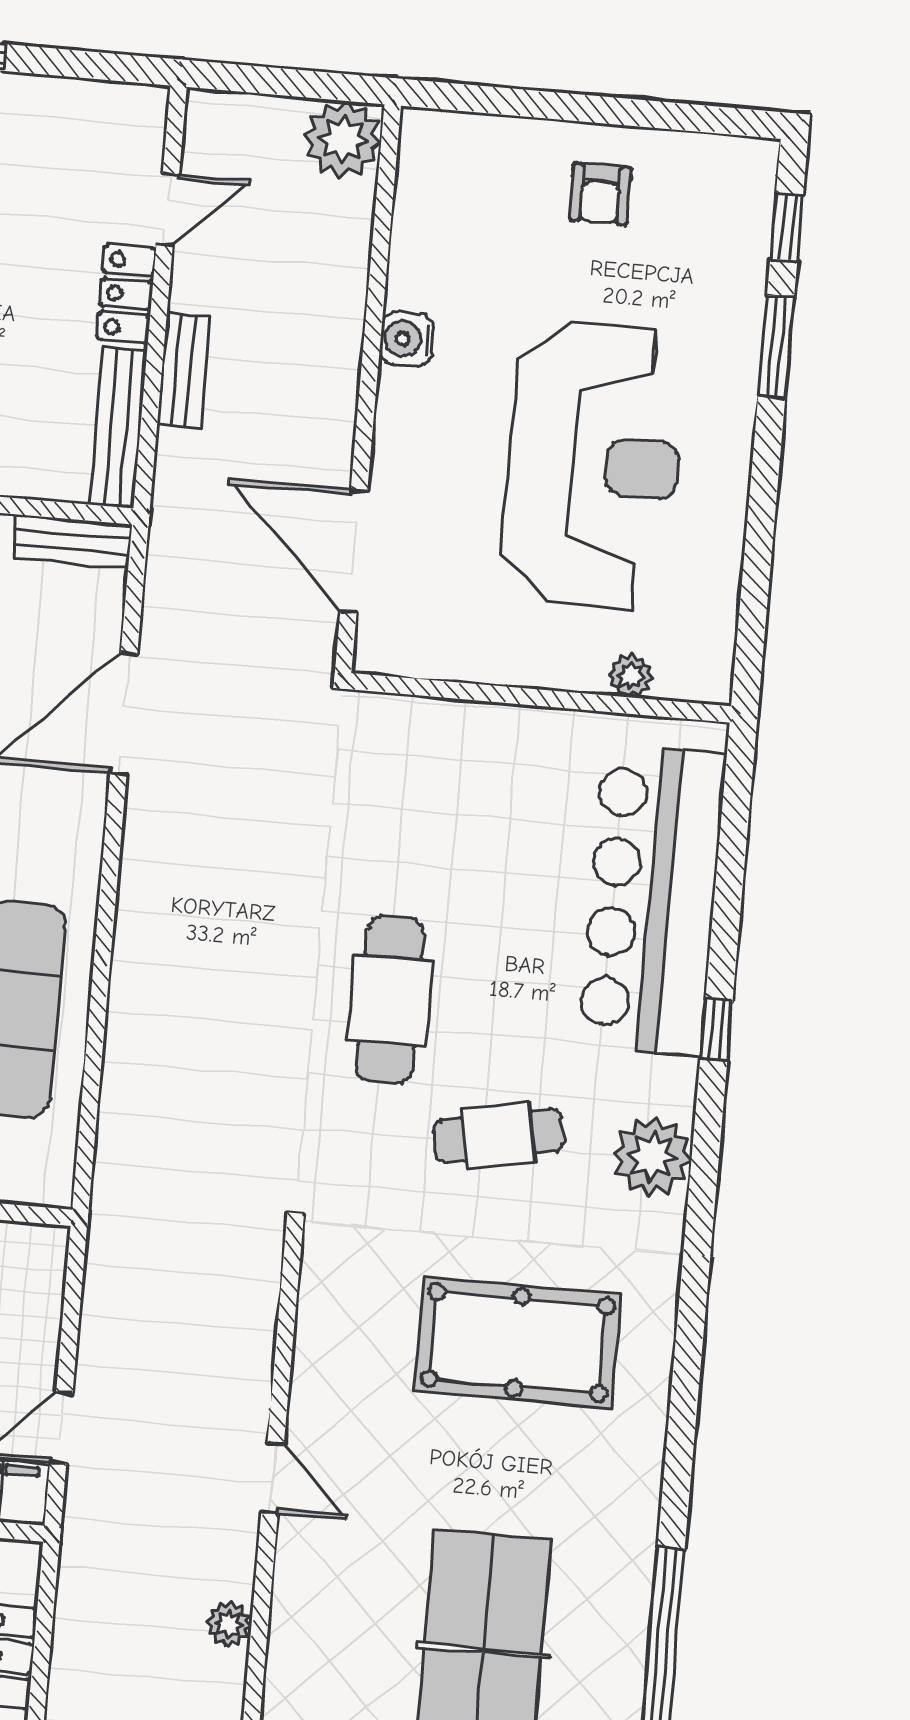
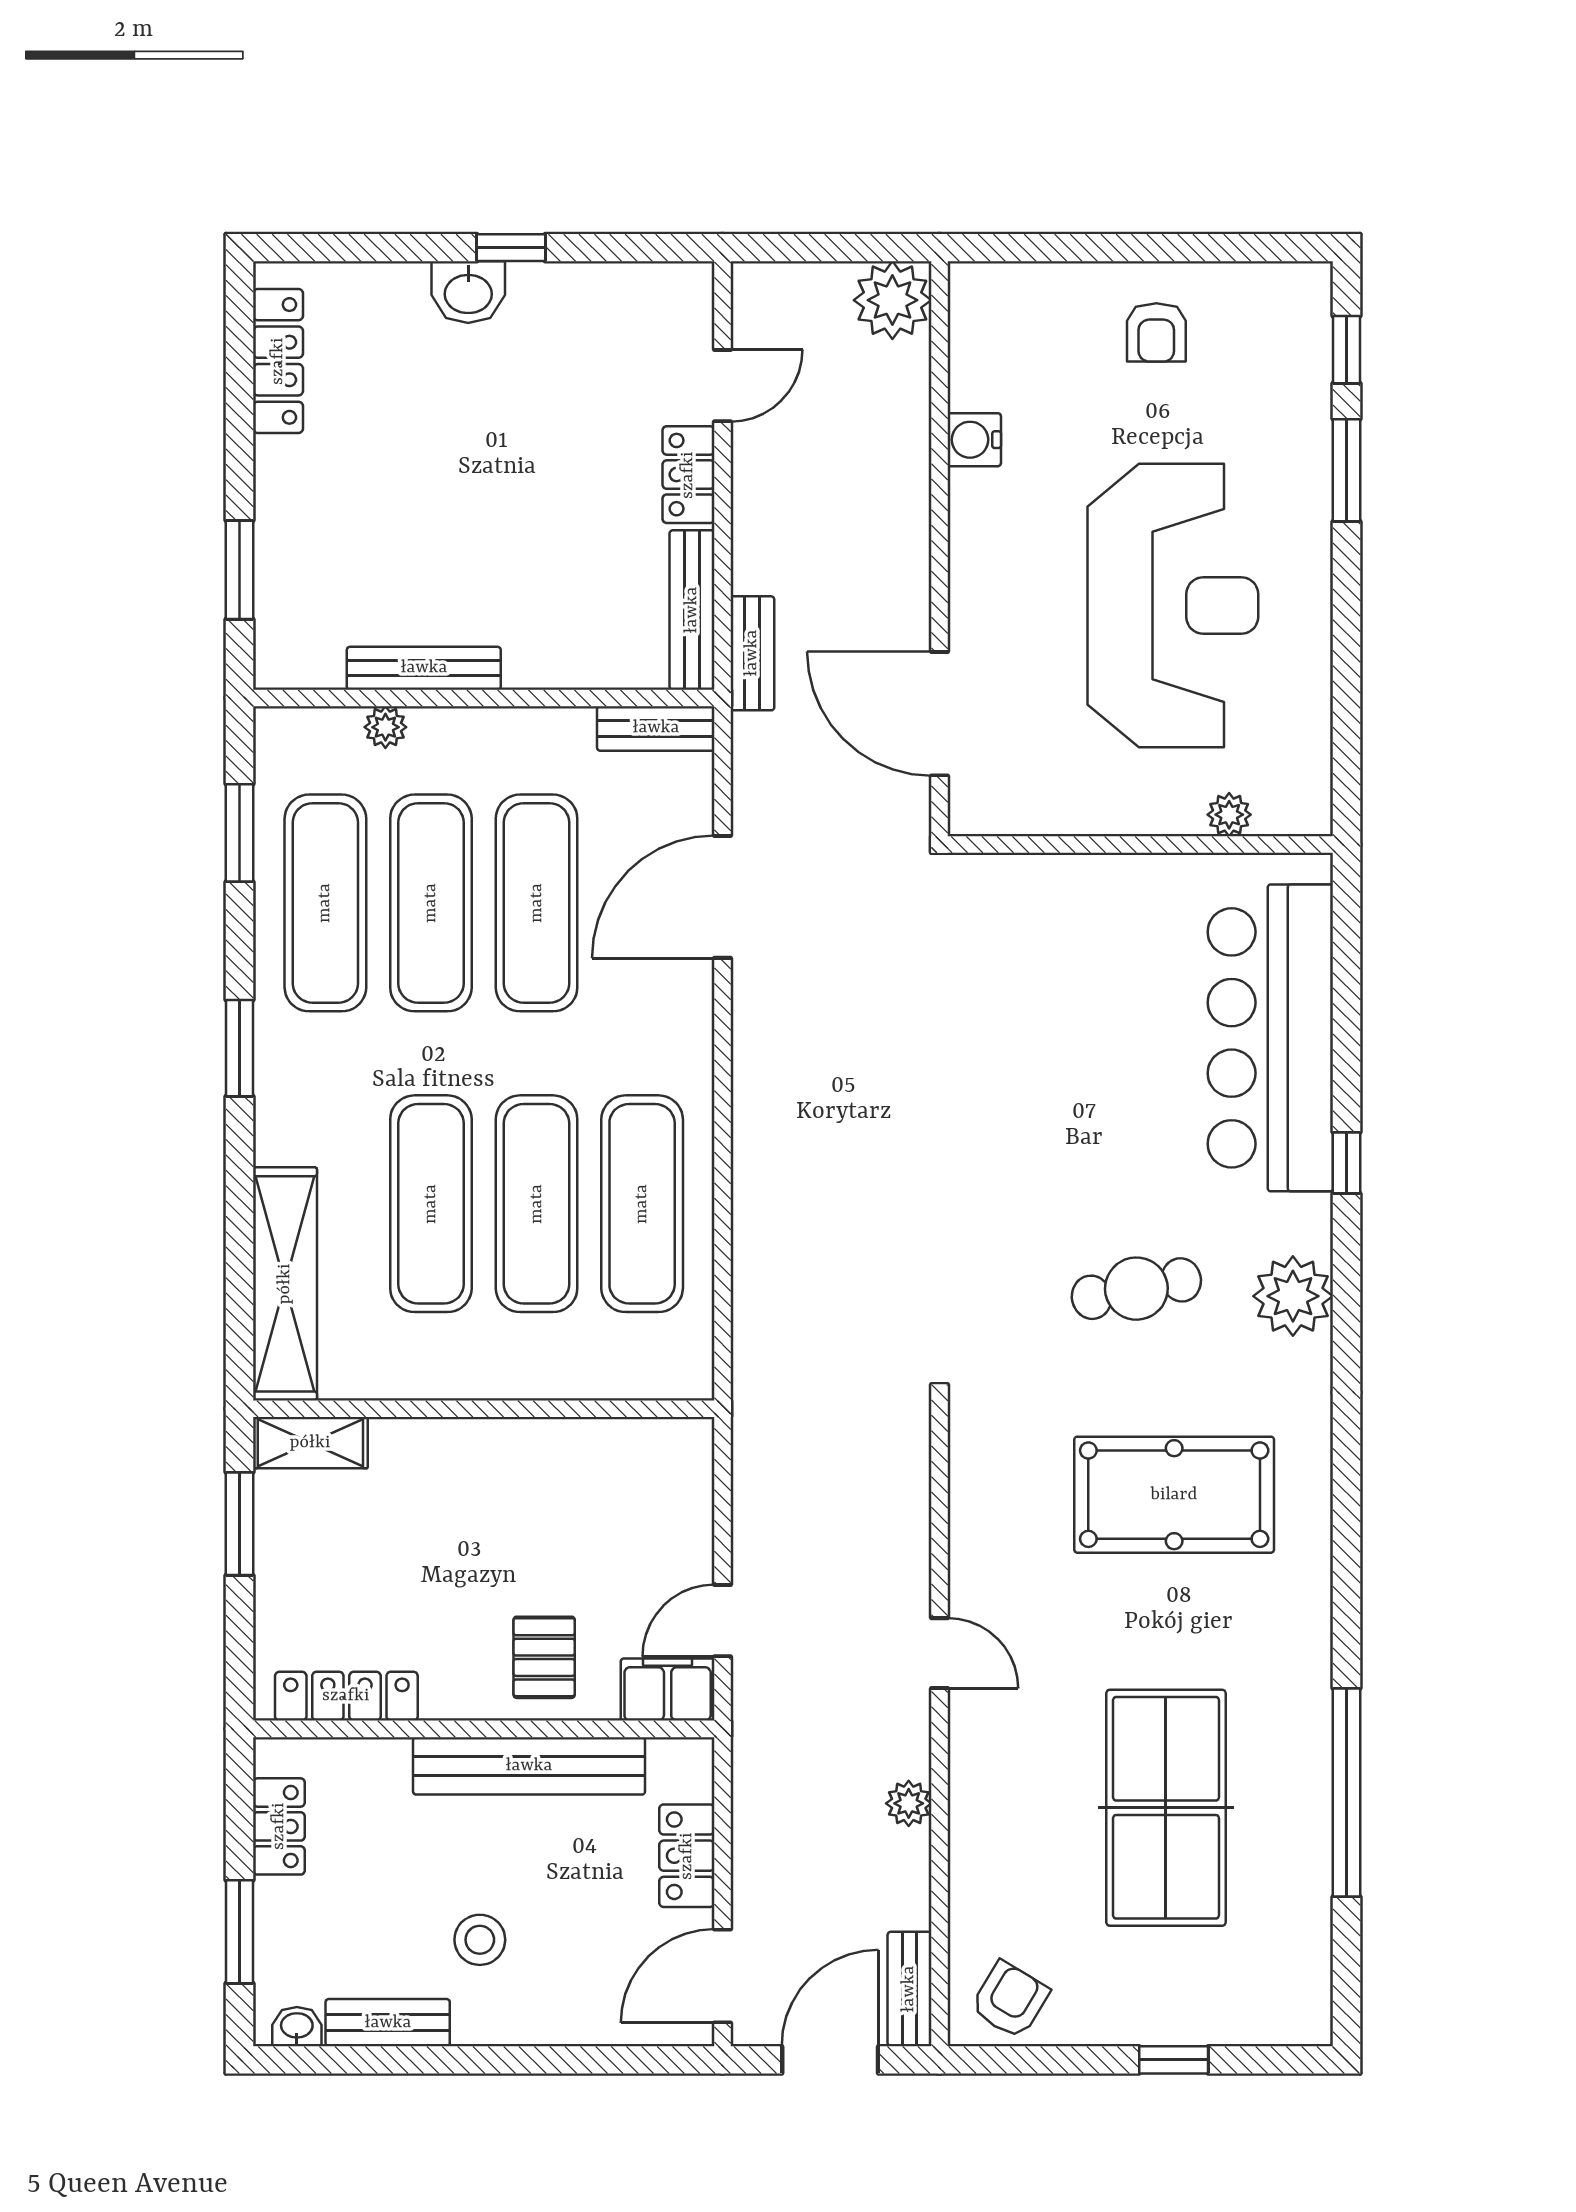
water cooler: (407, 339) -> (974, 440), moved
bench: (183, 371) -> (752, 653), moved
cafe table: (390, 1000) -> (1015, 1162), removed

